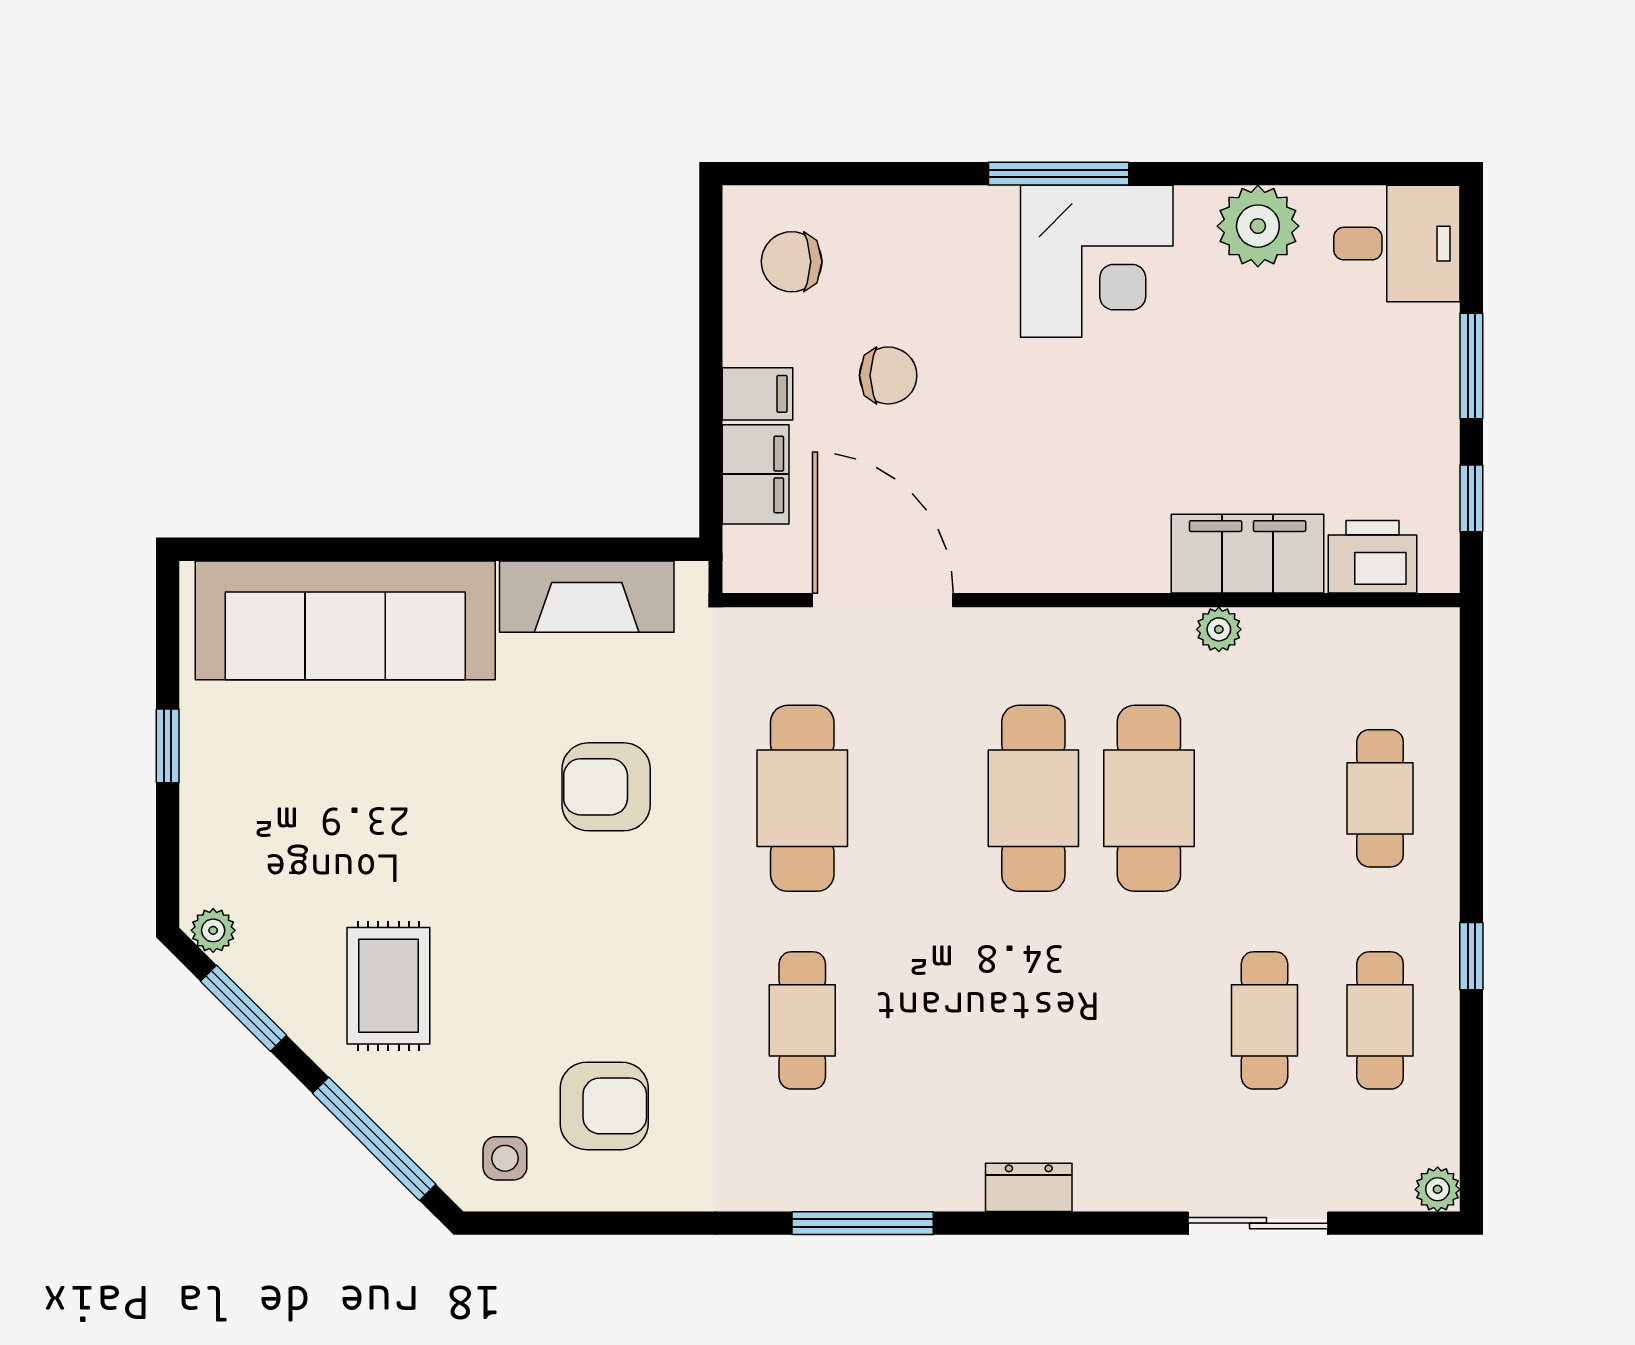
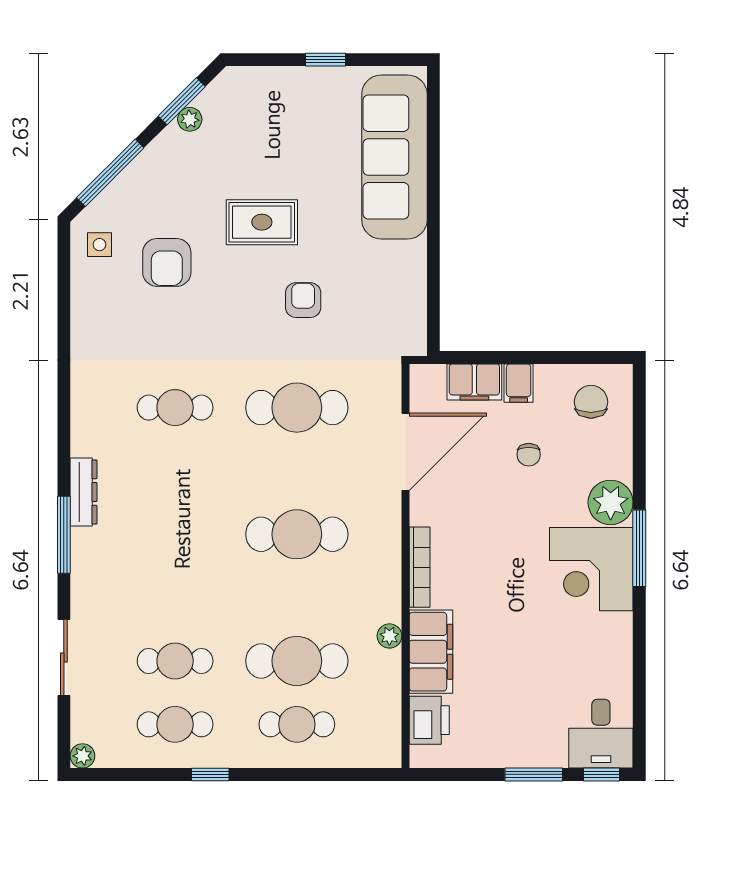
plant: (1258, 226) -> (611, 502), moved
chair: (888, 375) -> (529, 455), width x0.73, depth x0.73
window: (1471, 498) -> (601, 774), moved
bookcase: (1093, 574) -> (420, 567), added
fireplace: (587, 597) -> (407, 289), removed
armchair: (606, 787) -> (303, 300), width x0.72, depth x0.72
cafe table: (1149, 798) -> (297, 661), moved
plant: (213, 930) -> (190, 119), moved
rug: (388, 986) -> (262, 222), moved
armchair: (604, 1106) -> (167, 262), moved
dresser: (1029, 1187) -> (84, 492), moved, width x1.44
window: (863, 1223) -> (64, 535), moved

